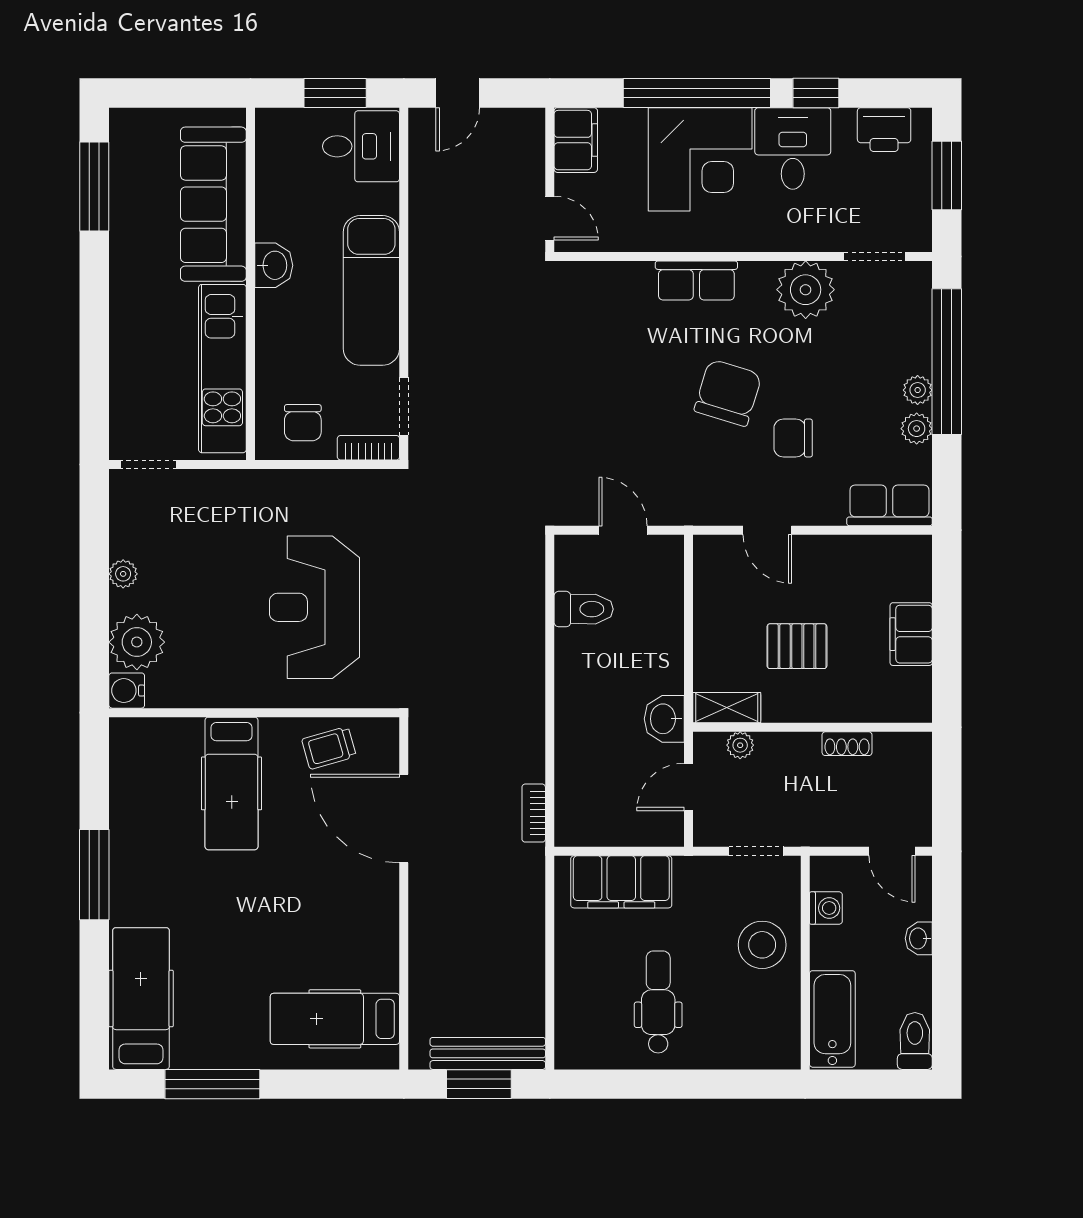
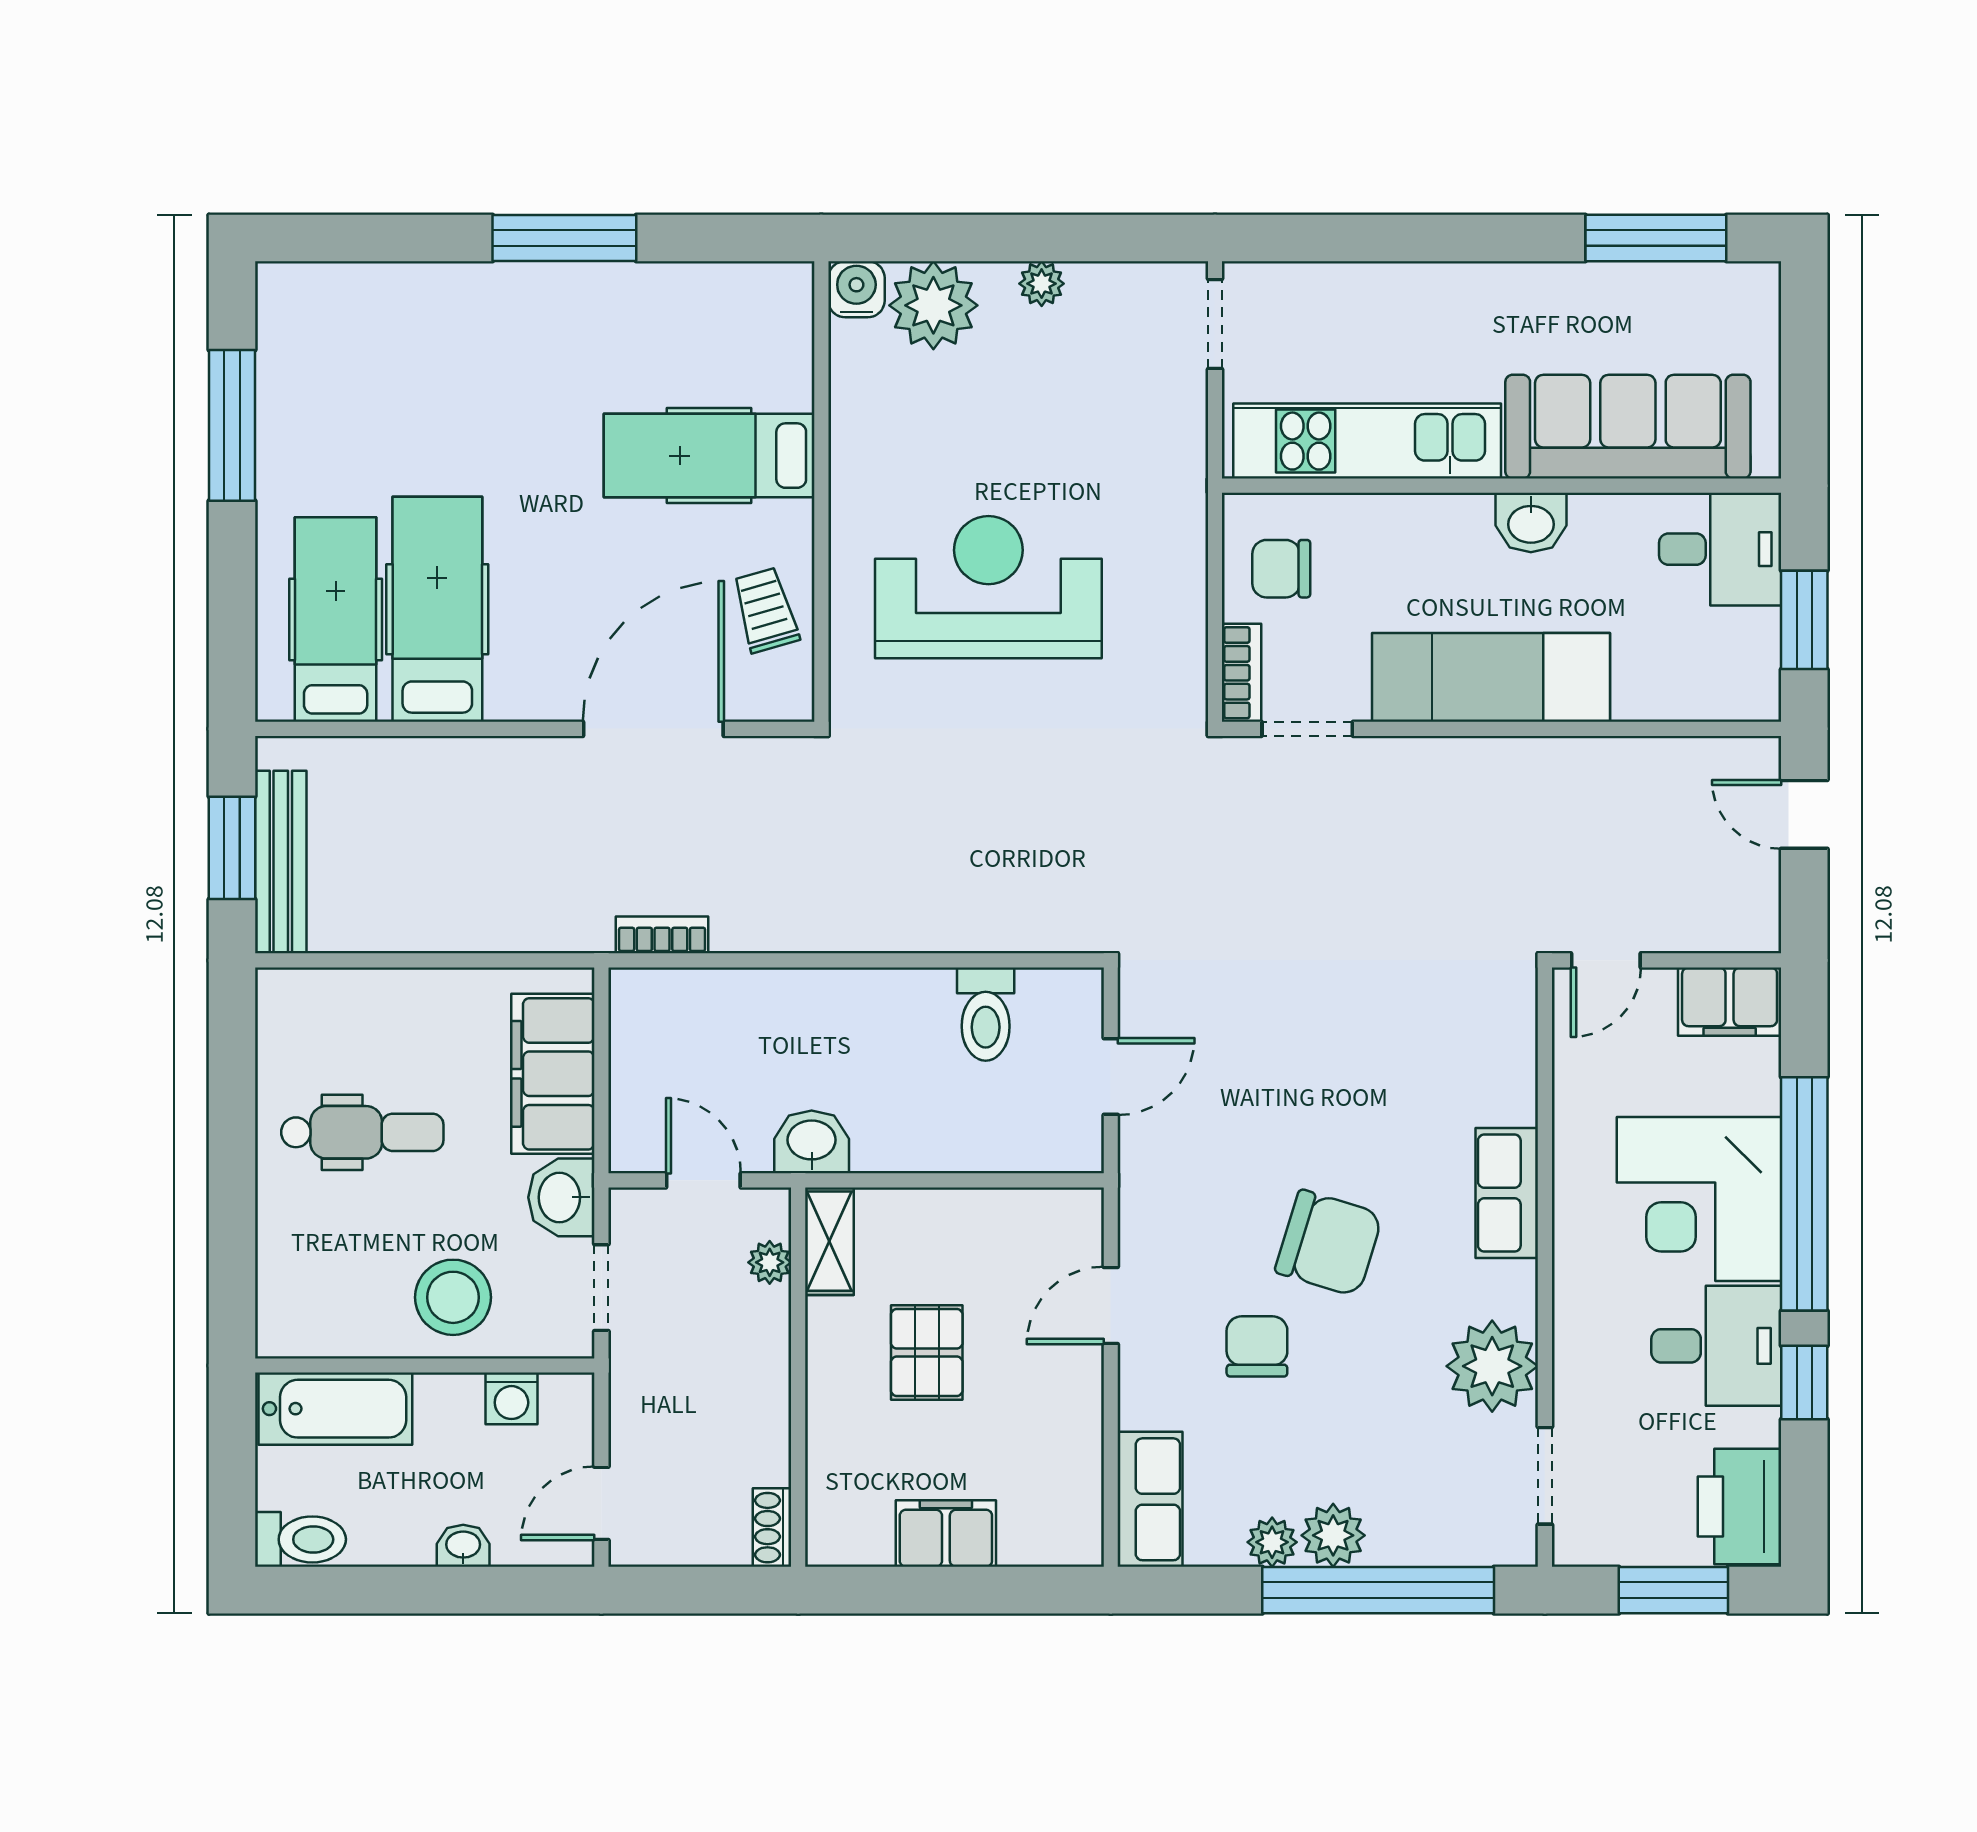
printer: (884, 130) -> (1739, 1506), width x1.37, depth x1.19
desk: (361, 146) -> (1720, 549), moved, turned -90
plant: (918, 390) -> (1333, 1535), width x1.38, depth x1.38
shoe rack: (847, 744) -> (772, 1528), moved
washbasin: (699, 876) -> (561, 1197), added
hospital bed: (141, 999) -> (437, 609), moved, turned -90

